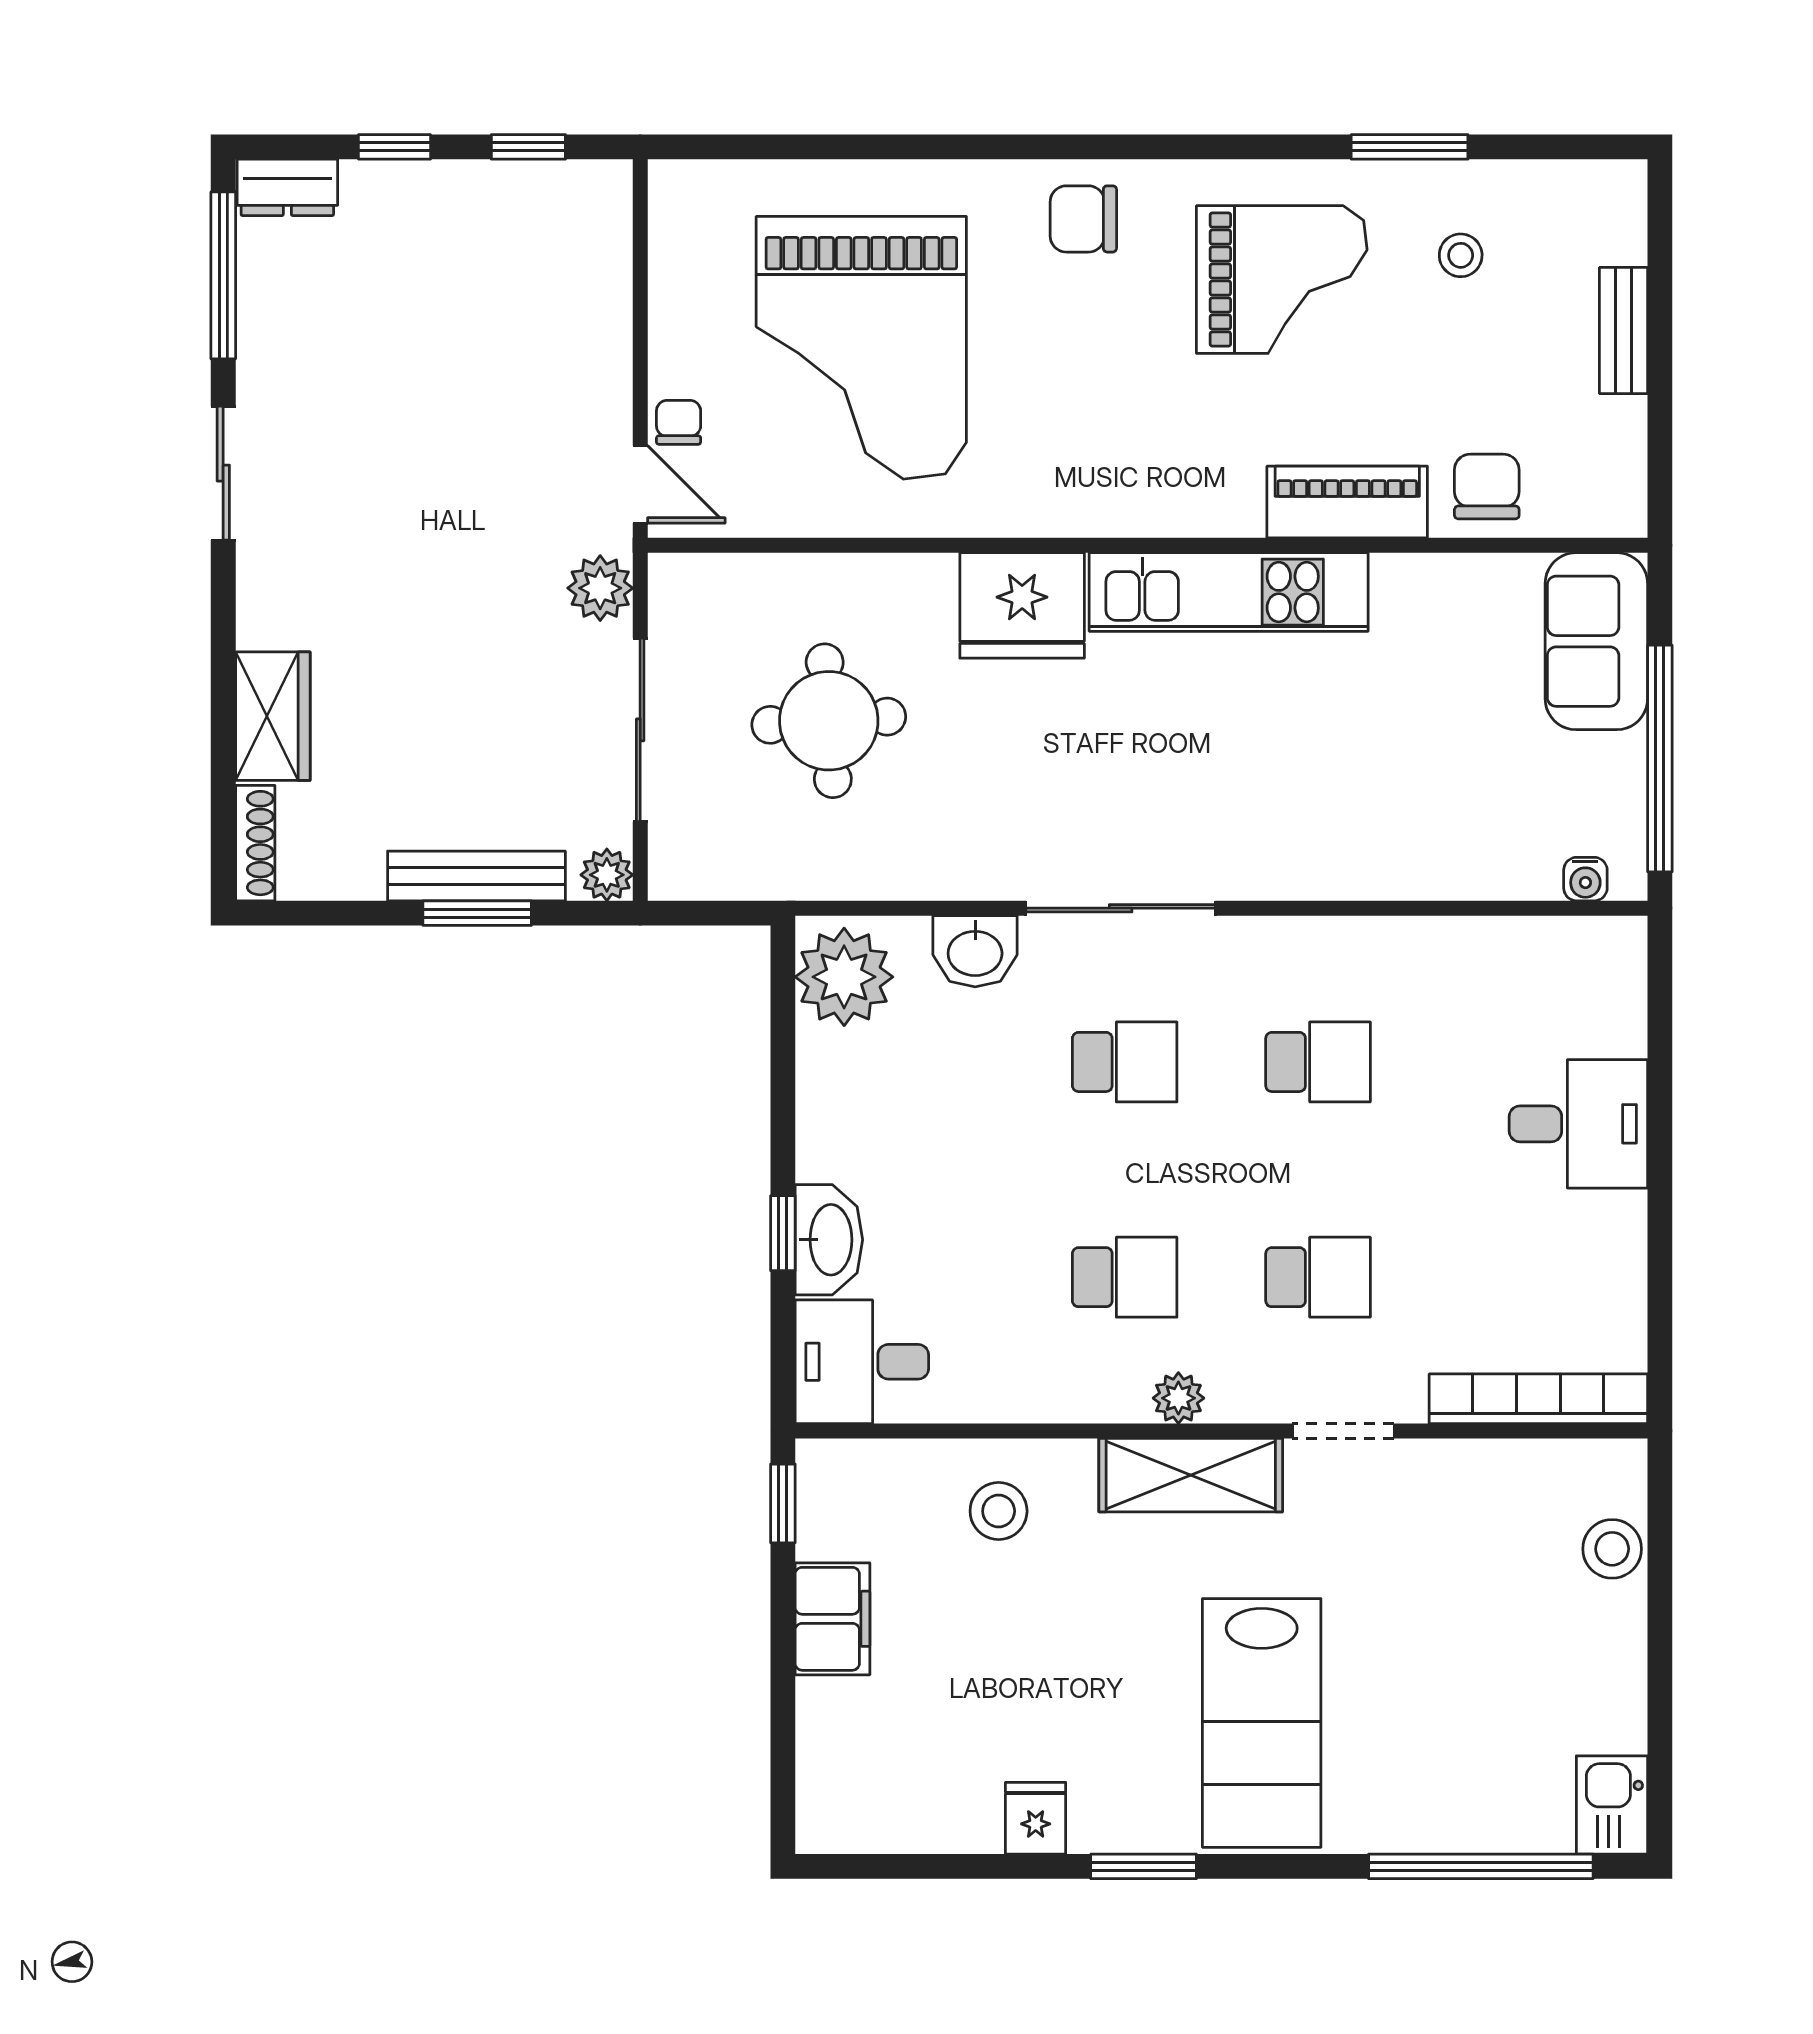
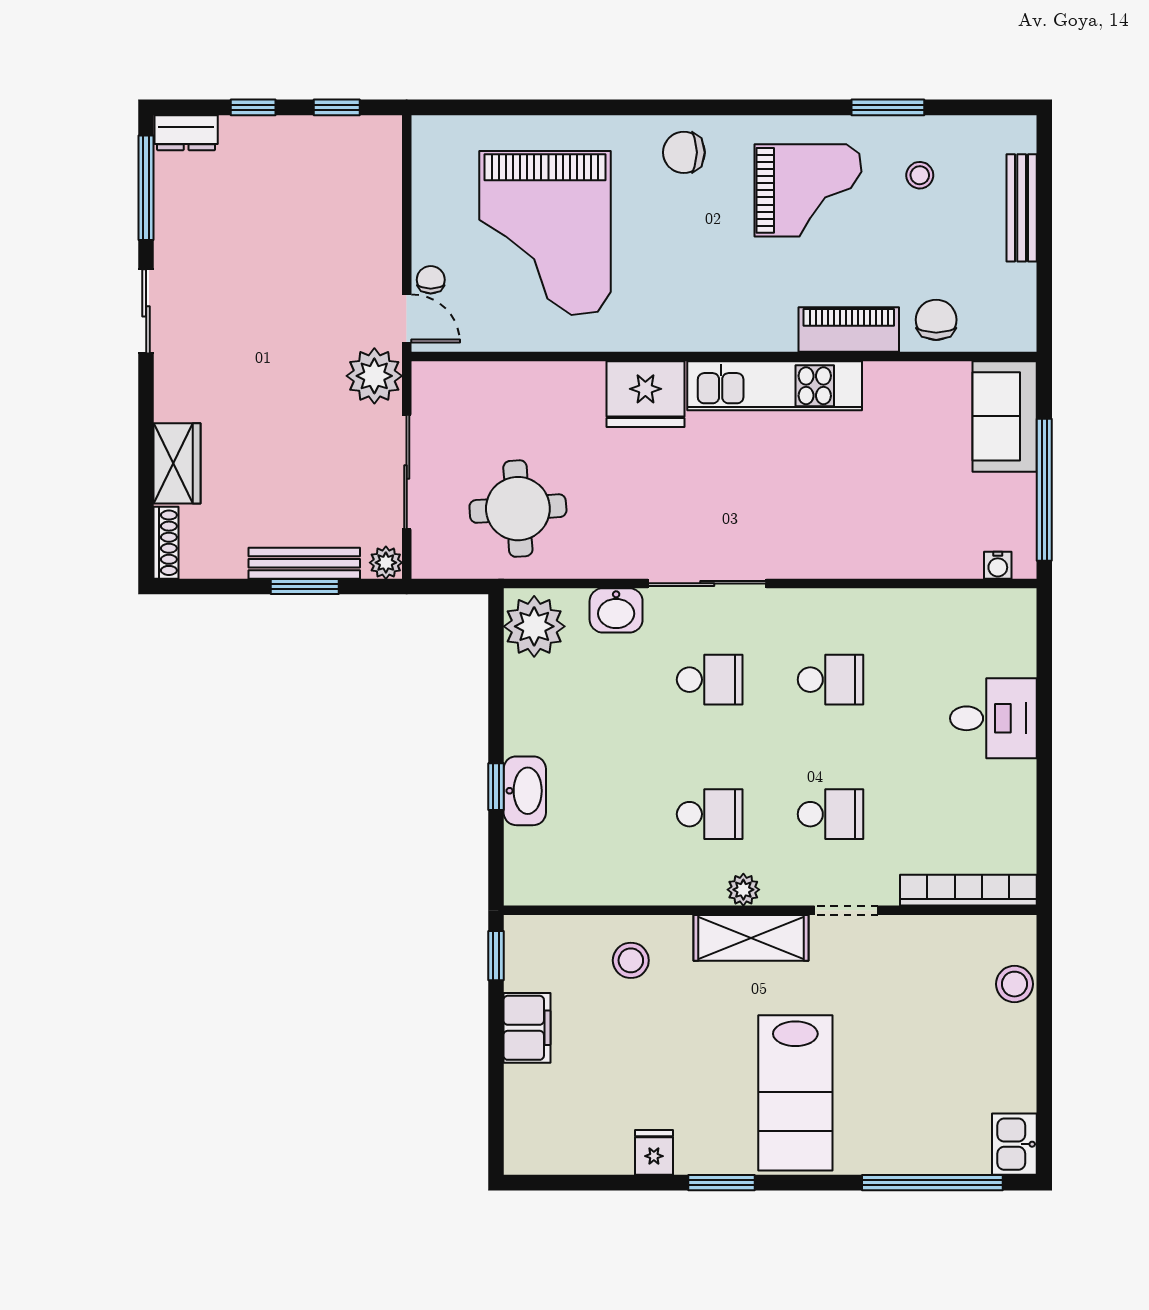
bench: (1623, 331) -> (1022, 208), width x1.36
plant: (600, 588) -> (374, 376), width x1.36, depth x1.36
round table: (829, 721) -> (518, 509), moved
desk: (862, 1362) -> (545, 867), removed

